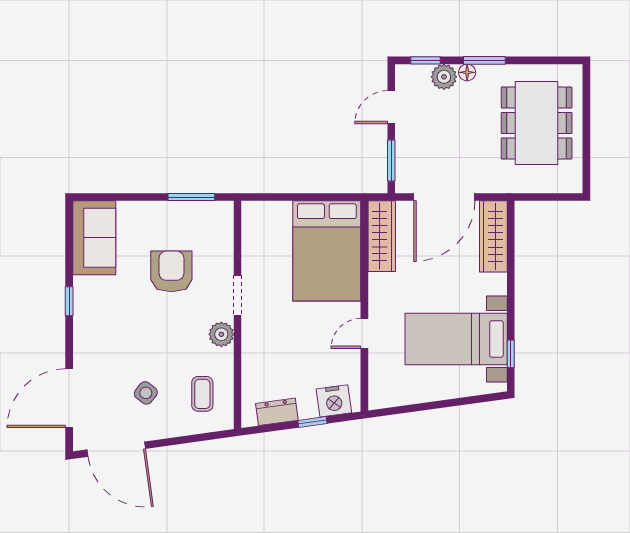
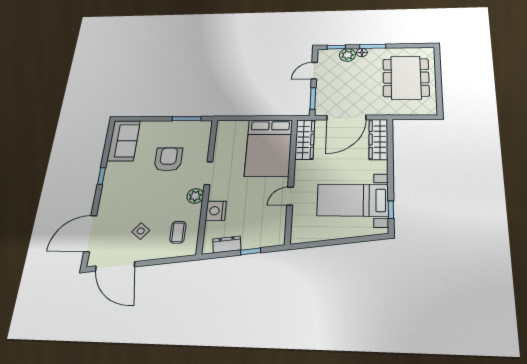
nightstand: (334, 401) -> (216, 211), moved, turned 98

